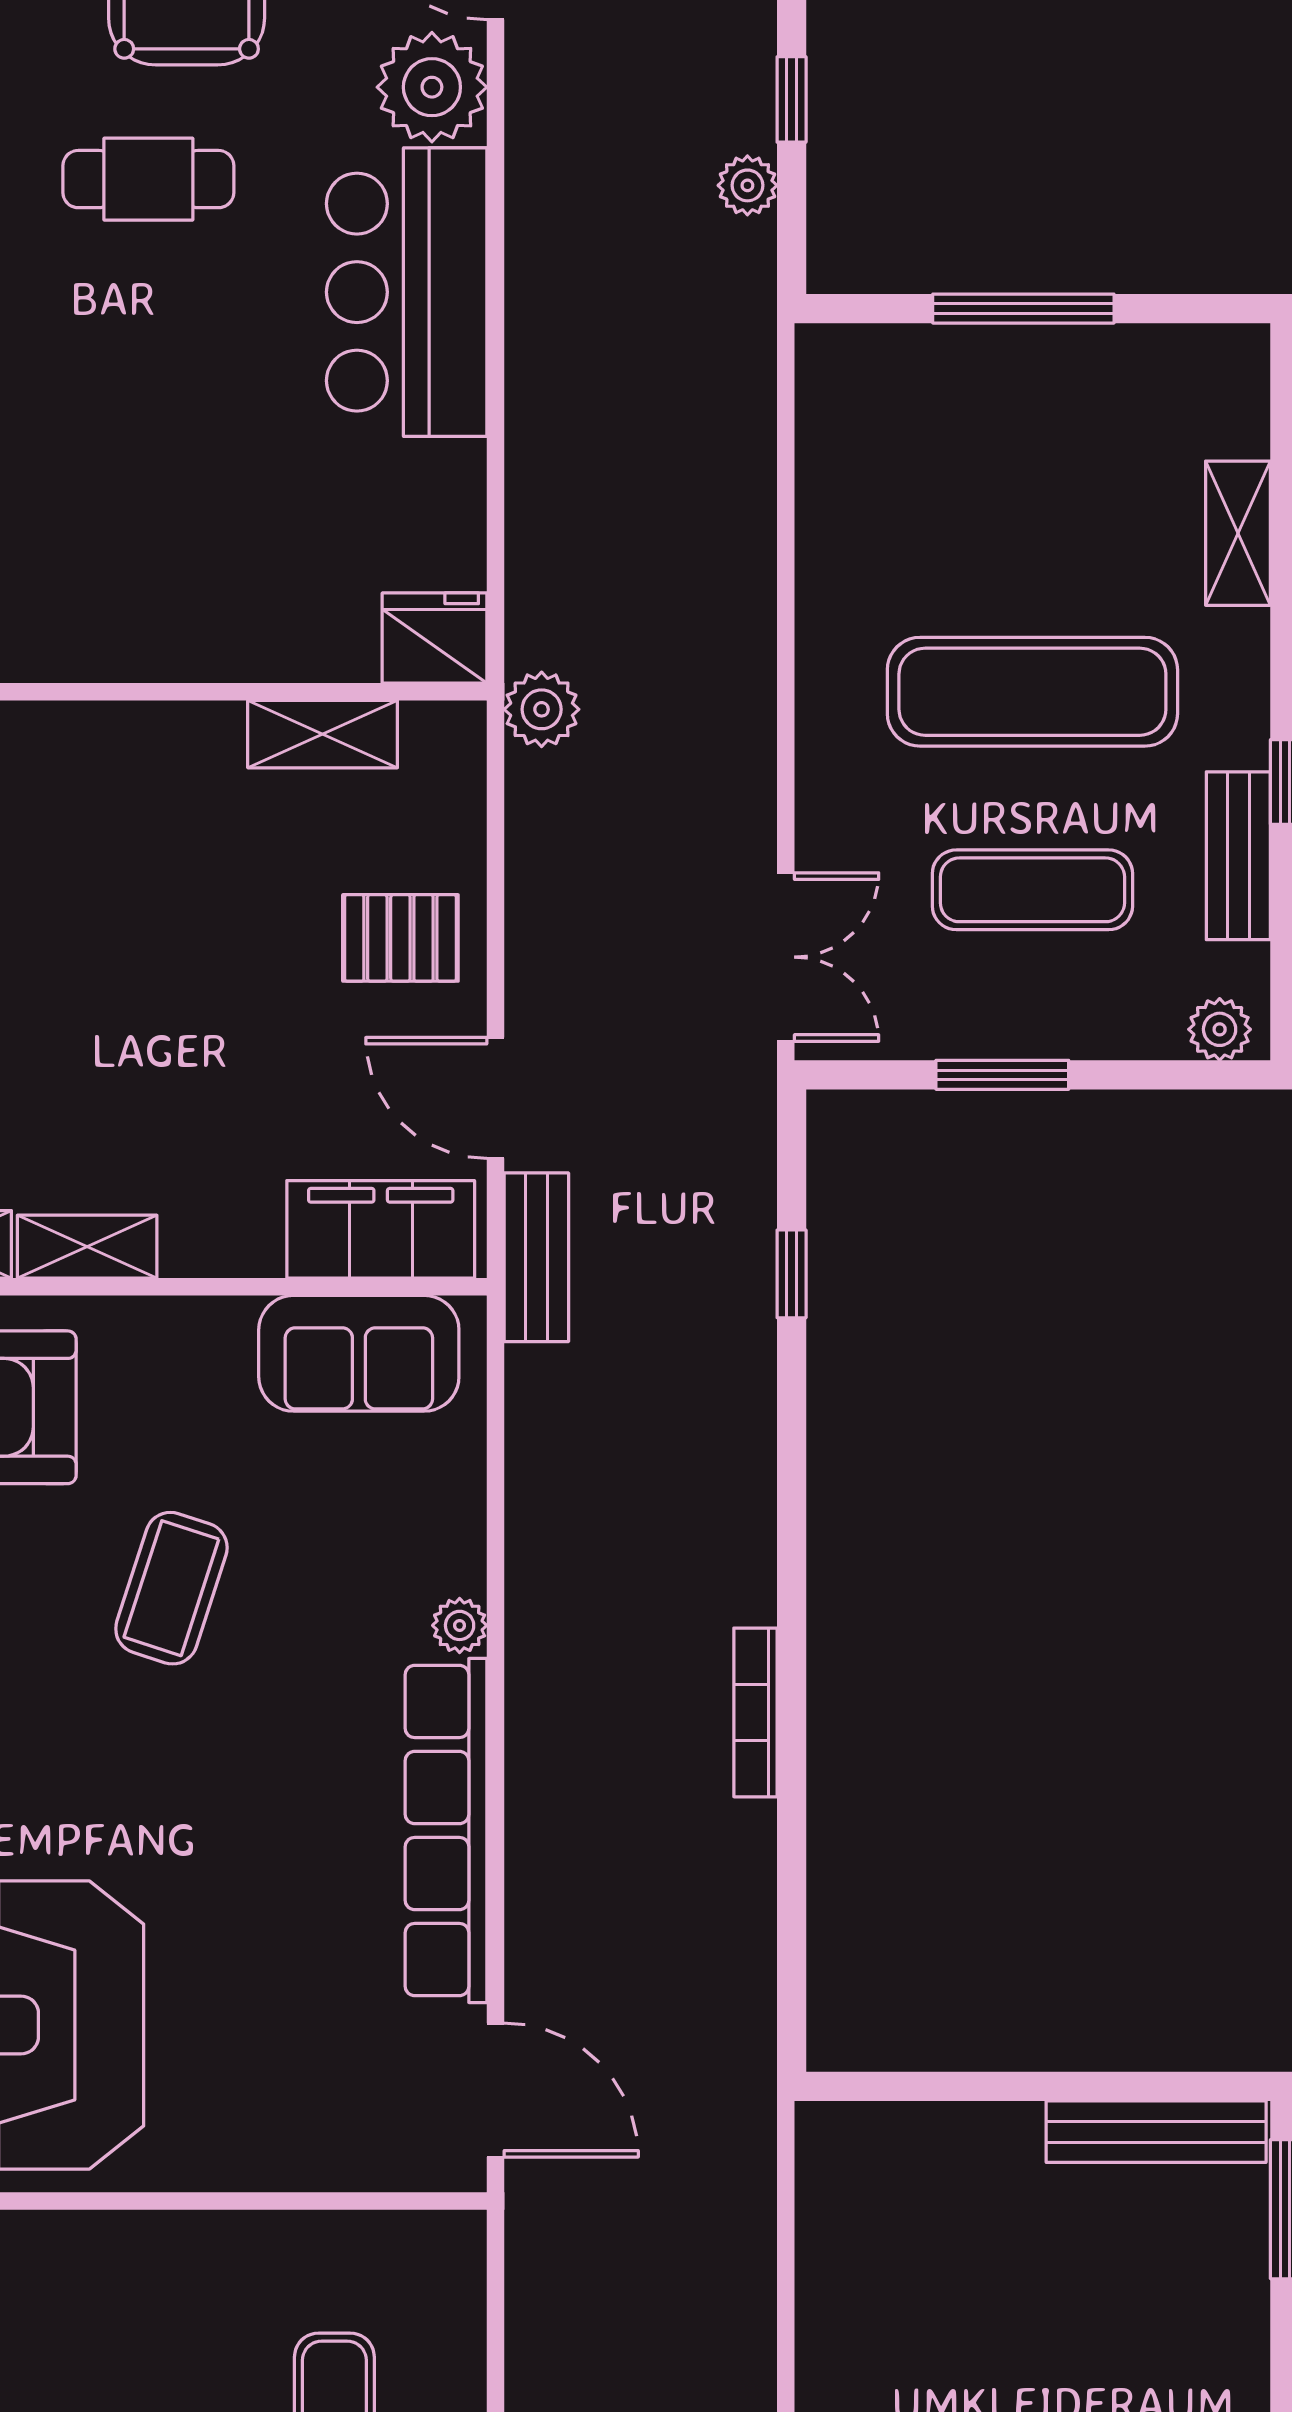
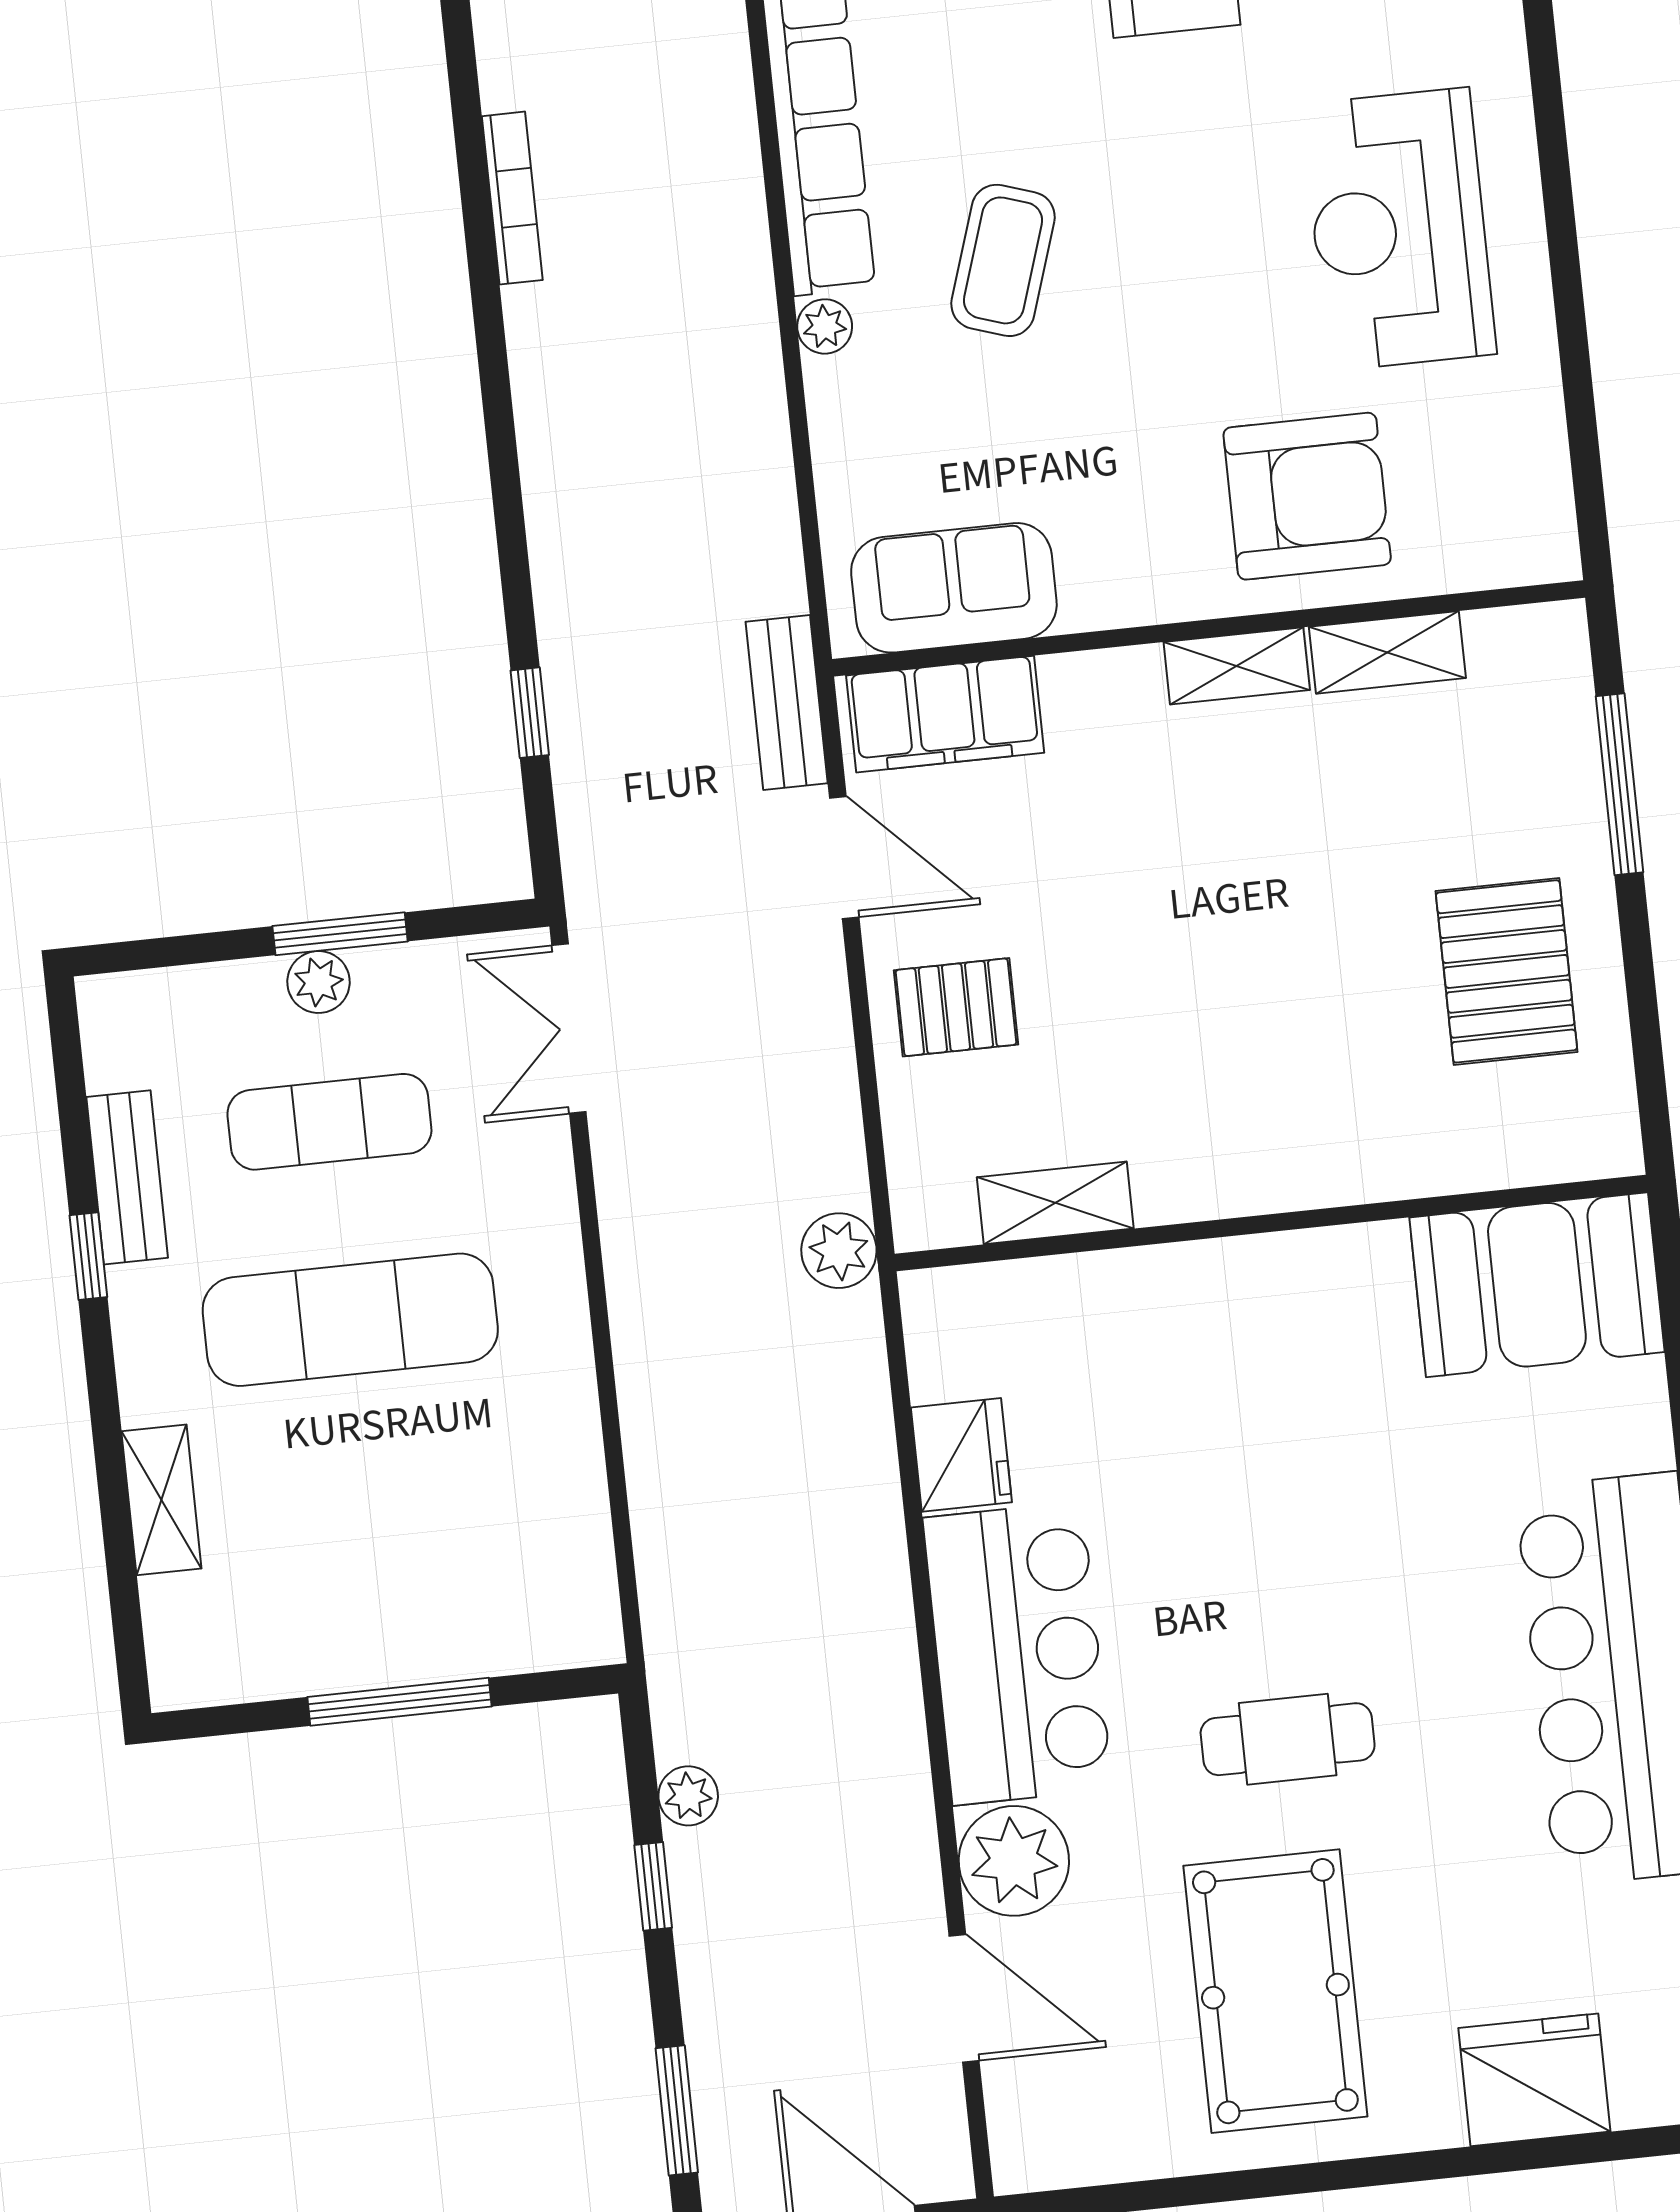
fridge: (434, 638) -> (961, 1455), moved, turned -90
plant: (1220, 1029) -> (318, 982), moved
coffee table: (171, 1588) -> (1003, 260), moved
bookcase: (755, 1712) -> (512, 198), moved

